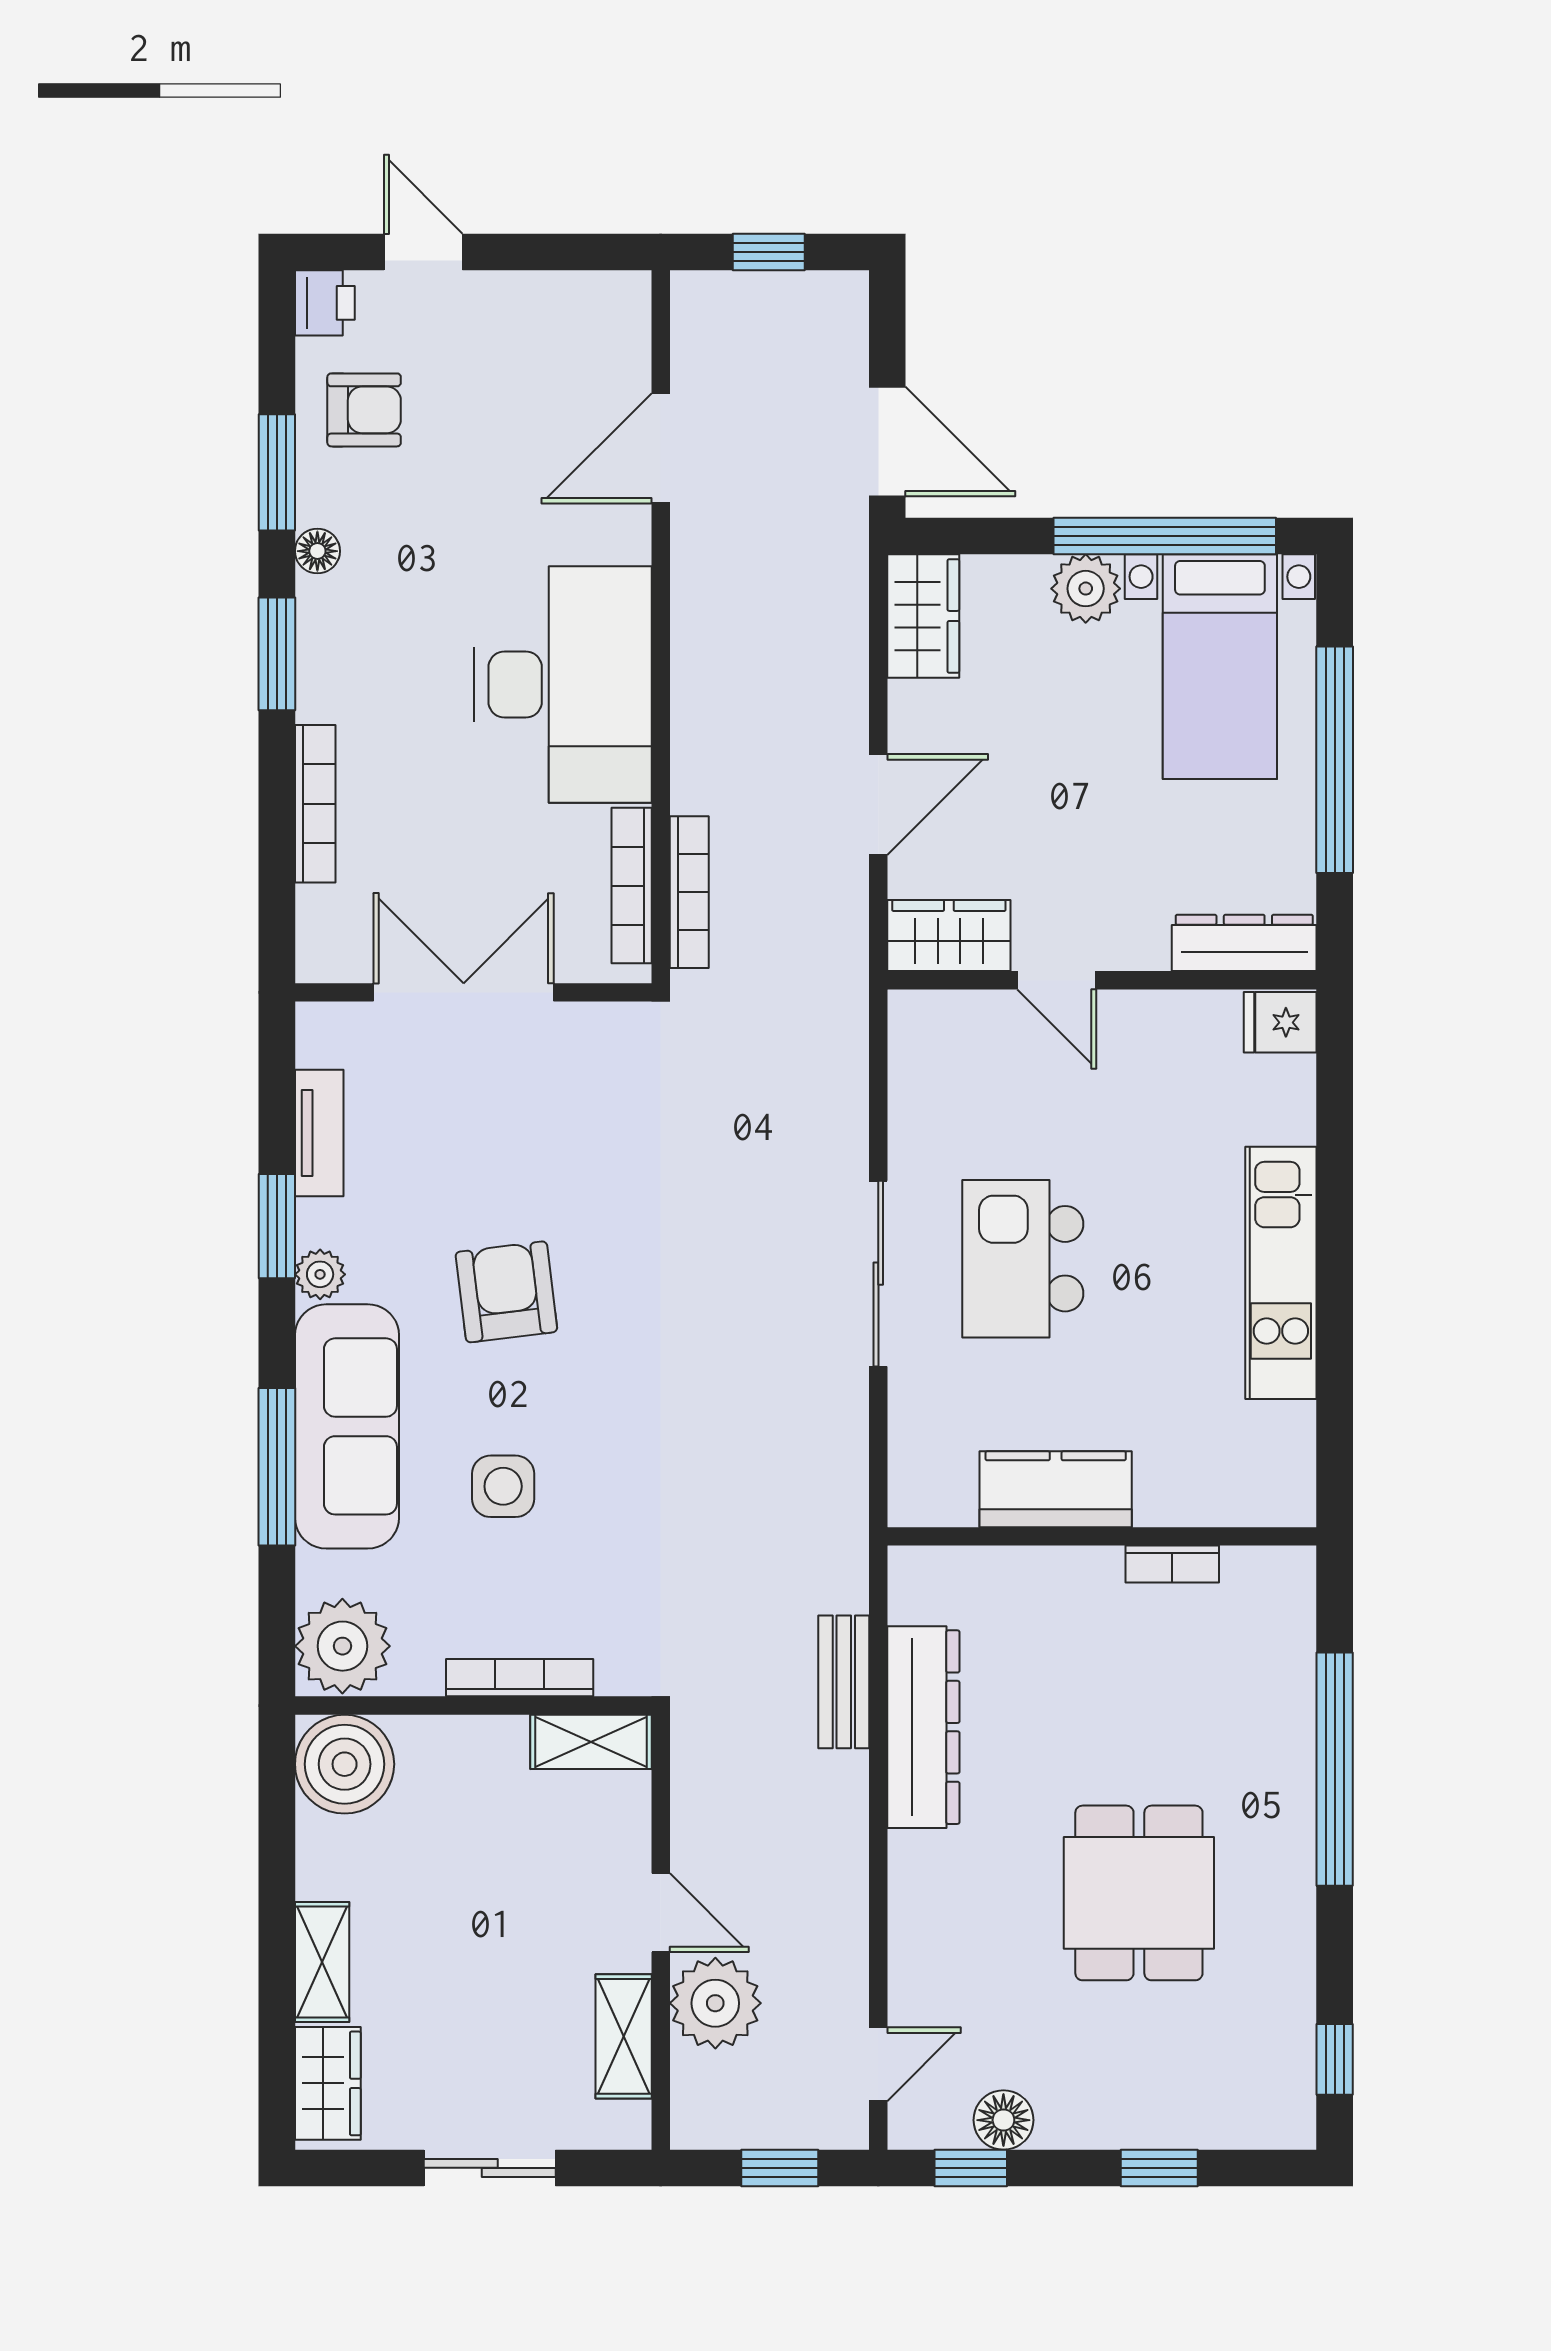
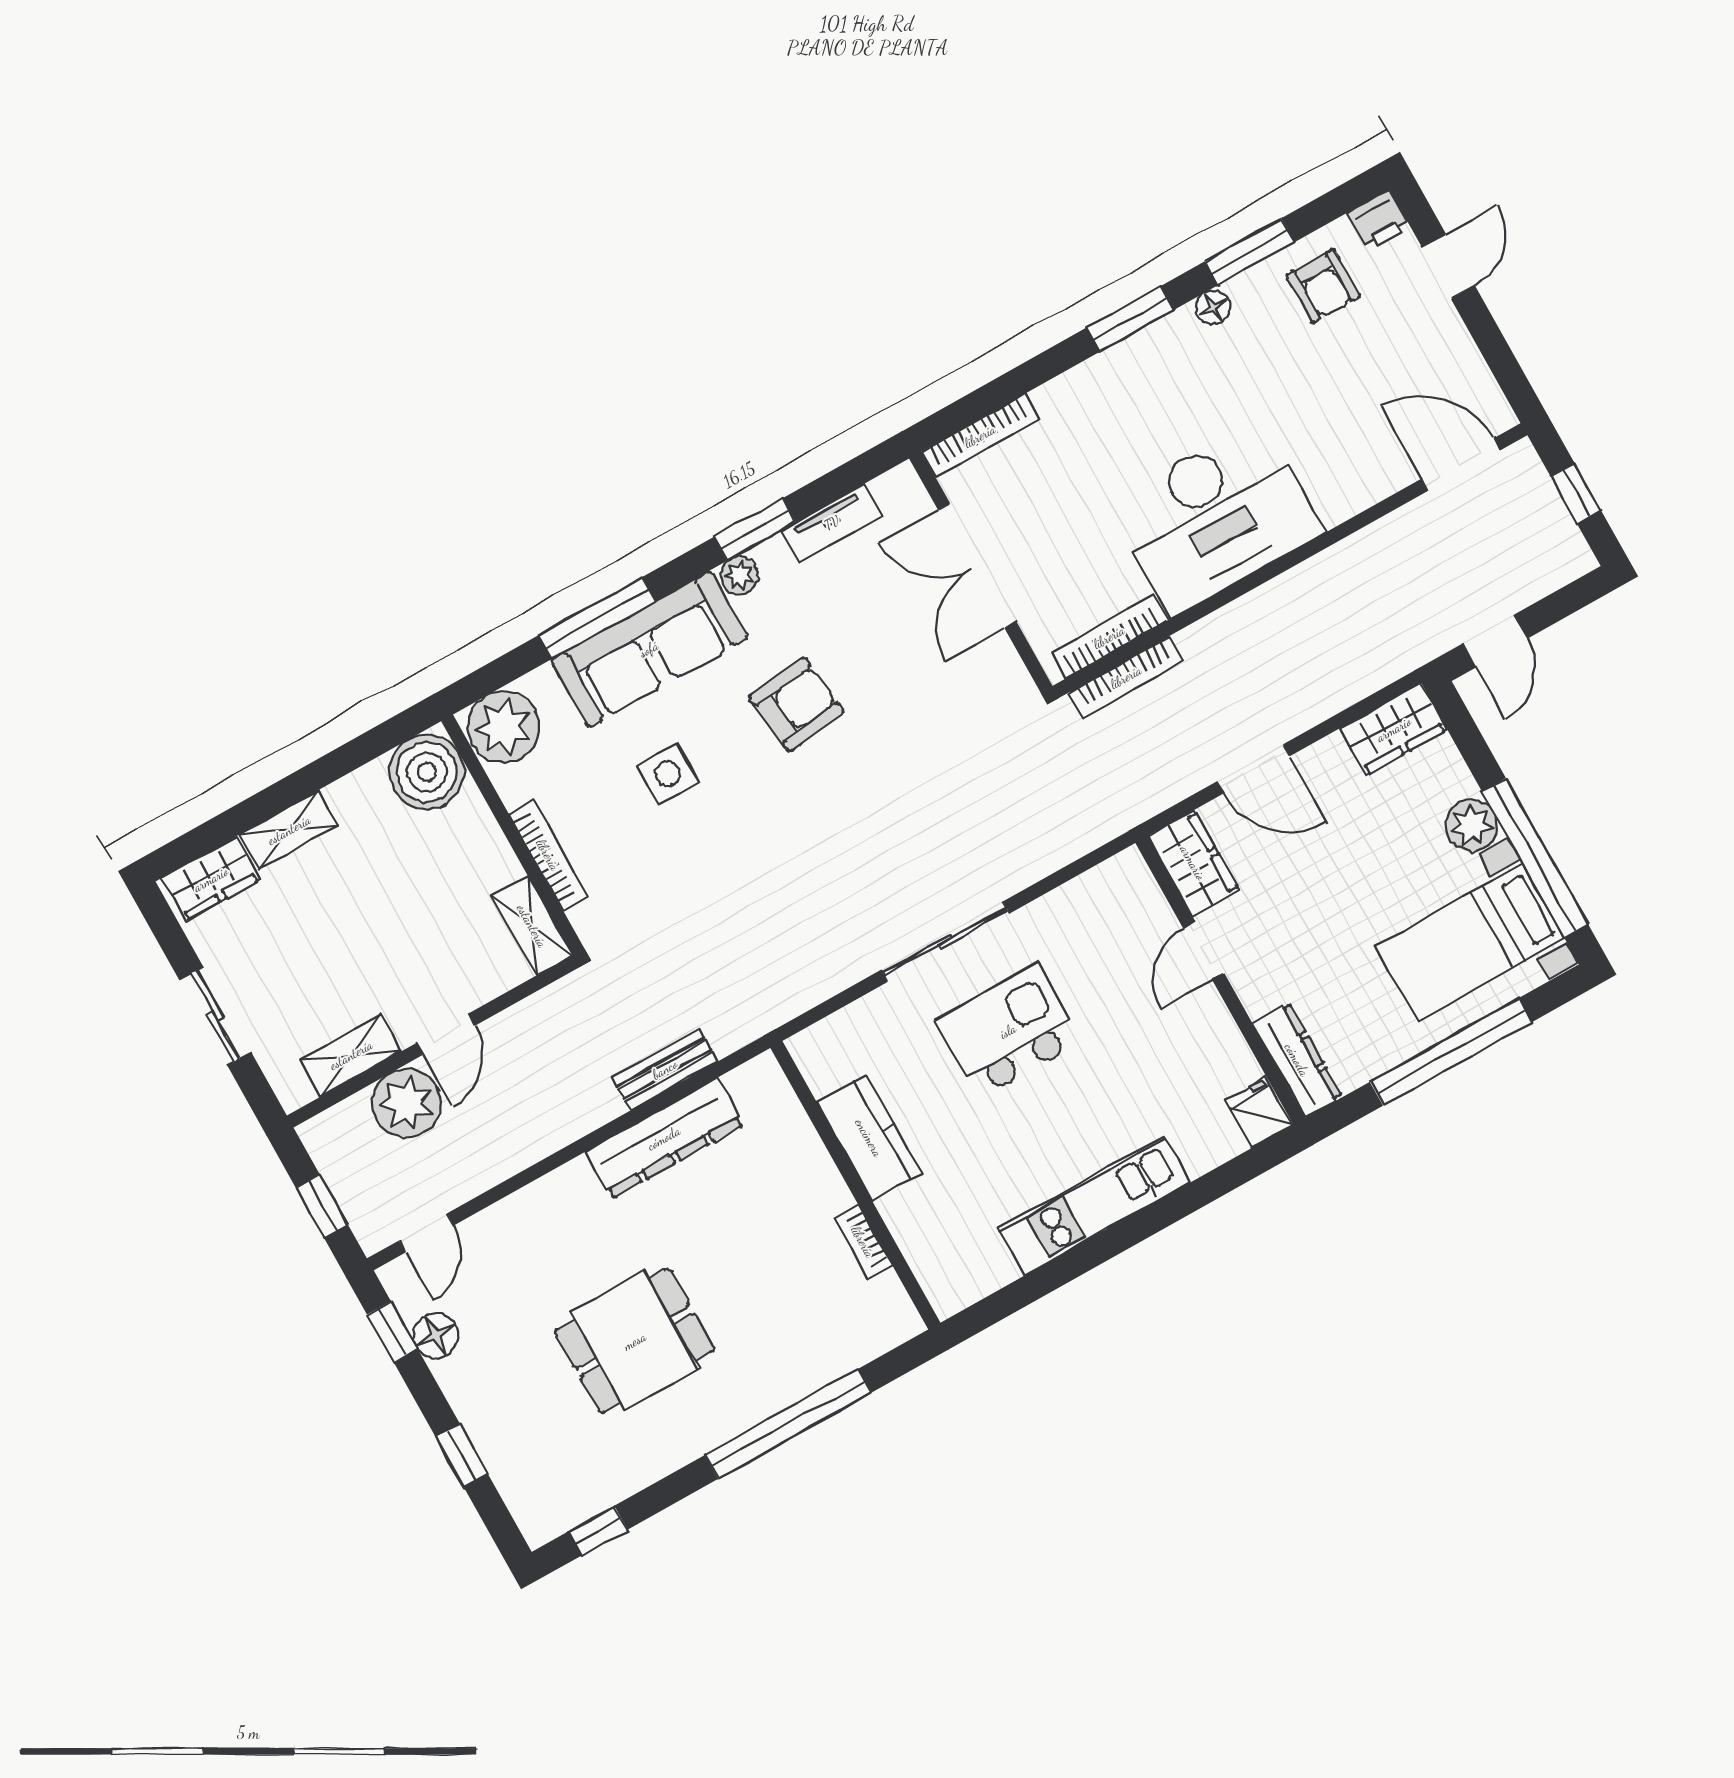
door: (887, 441) -> (1495, 641), width x0.73
door: (661, 448) -> (1461, 465), moved
bookcase: (315, 804) -> (980, 436), moved
double door: (464, 992) -> (977, 566), swing flipped
door: (878, 2064) -> (426, 1233), hinge flipped

